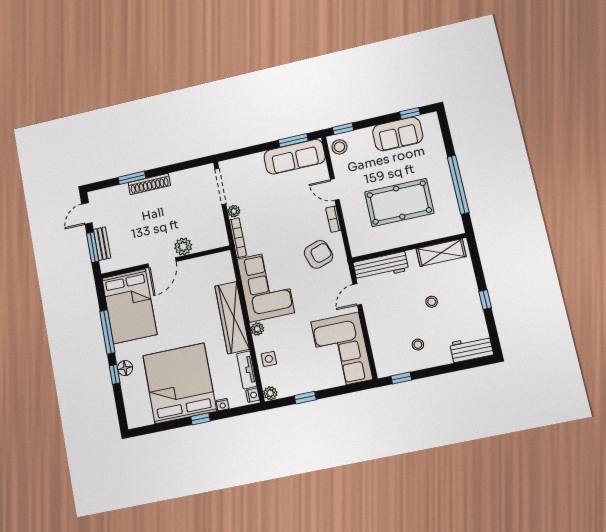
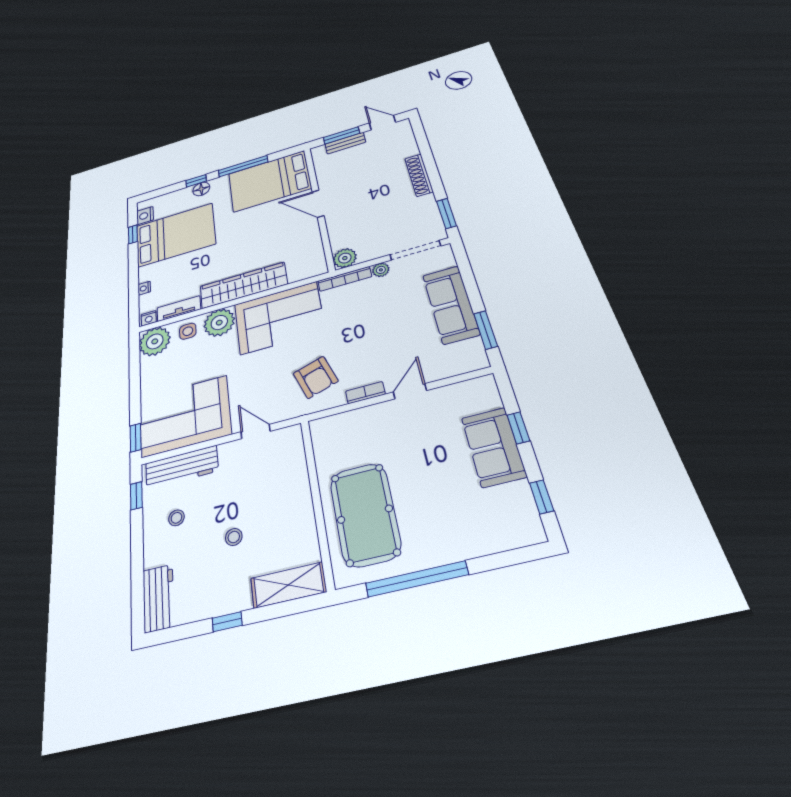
window: (343, 129) -> (518, 428), moved
sofa: (398, 134) -> (493, 447), moved
stool: (339, 147) -> (478, 393), removed
sofa: (295, 157) -> (451, 304), moved
window: (132, 178) -> (446, 213), moved
pool table: (399, 203) -> (365, 514), moved
plant: (183, 246) -> (345, 258), moved
shelving: (441, 253) -> (288, 585), moved, turned 90
workbench: (381, 266) -> (182, 467), moved, turned -90
plant: (257, 329) -> (219, 323), width x1.87, depth x1.87
bed: (180, 383) -> (175, 235), width x0.73
plant: (270, 393) -> (155, 341), width x1.87, depth x1.87
window: (305, 398) -> (136, 438), moved
nightstand: (145, 418) -> (145, 216), added
window: (200, 419) -> (133, 234), moved

